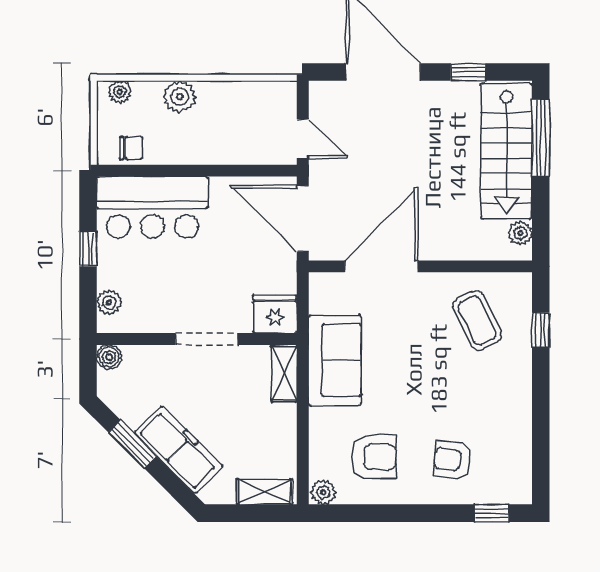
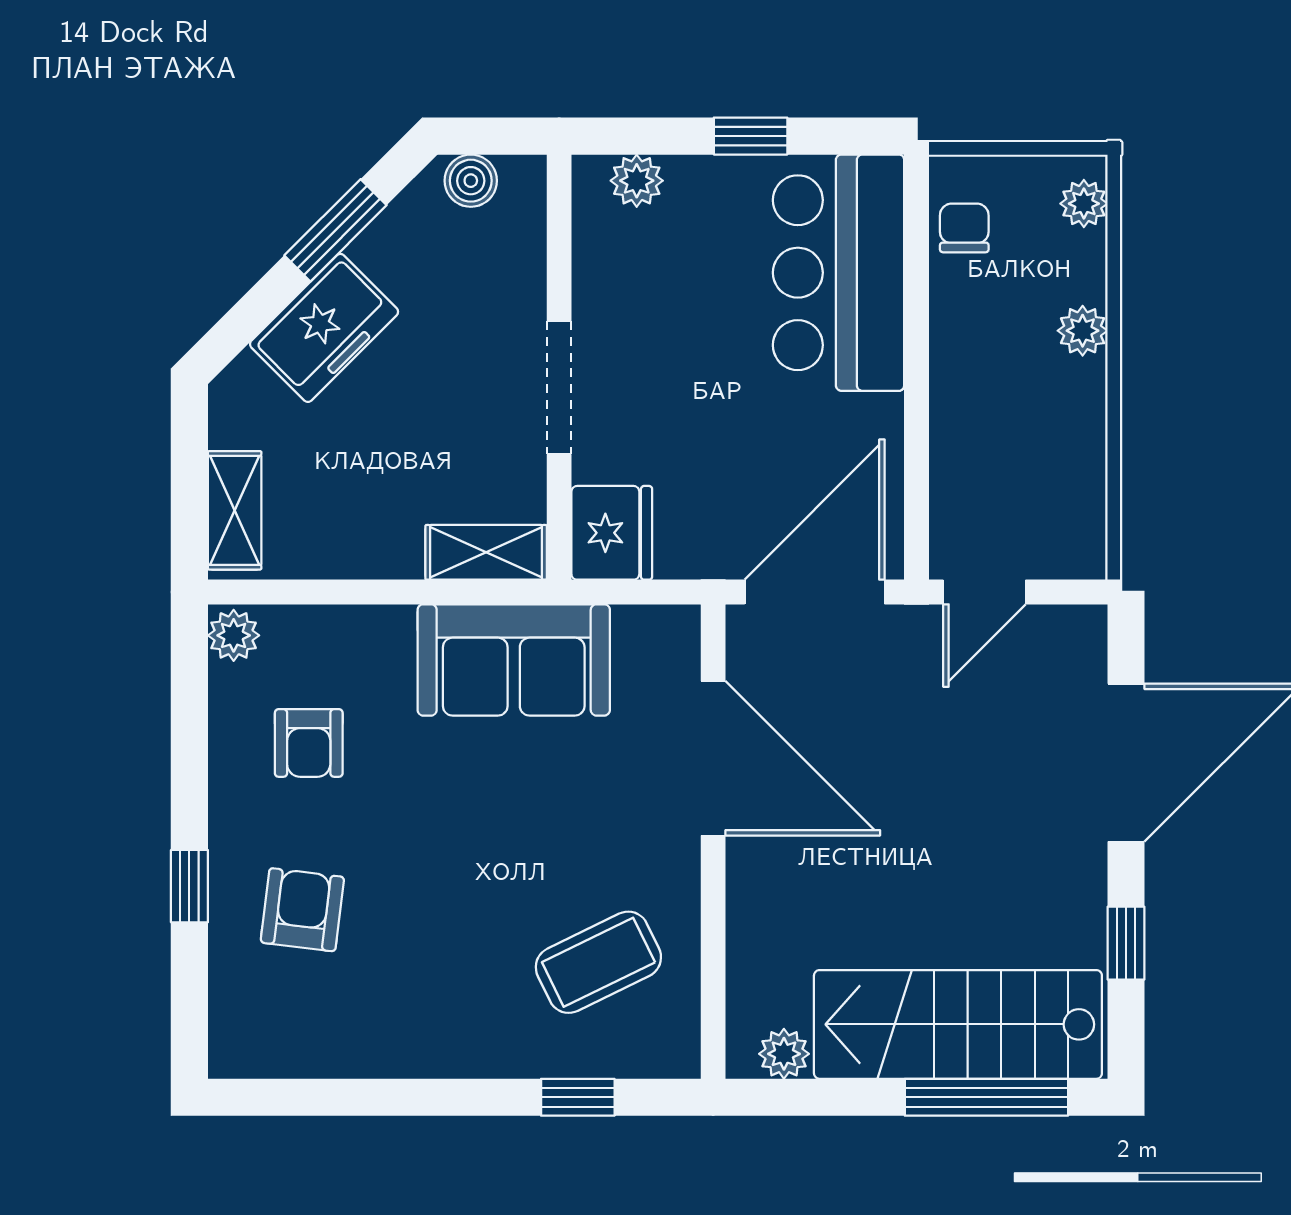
plant: (180, 97) -> (1083, 331), width x0.73, depth x0.73
chair: (131, 148) -> (964, 228), turned 180
boiler: (109, 357) -> (471, 181), moved
freezer: (178, 450) -> (324, 328), width x0.71
armchair: (374, 457) -> (309, 743), width x0.72, depth x0.72
window: (492, 513) -> (189, 886), moved

